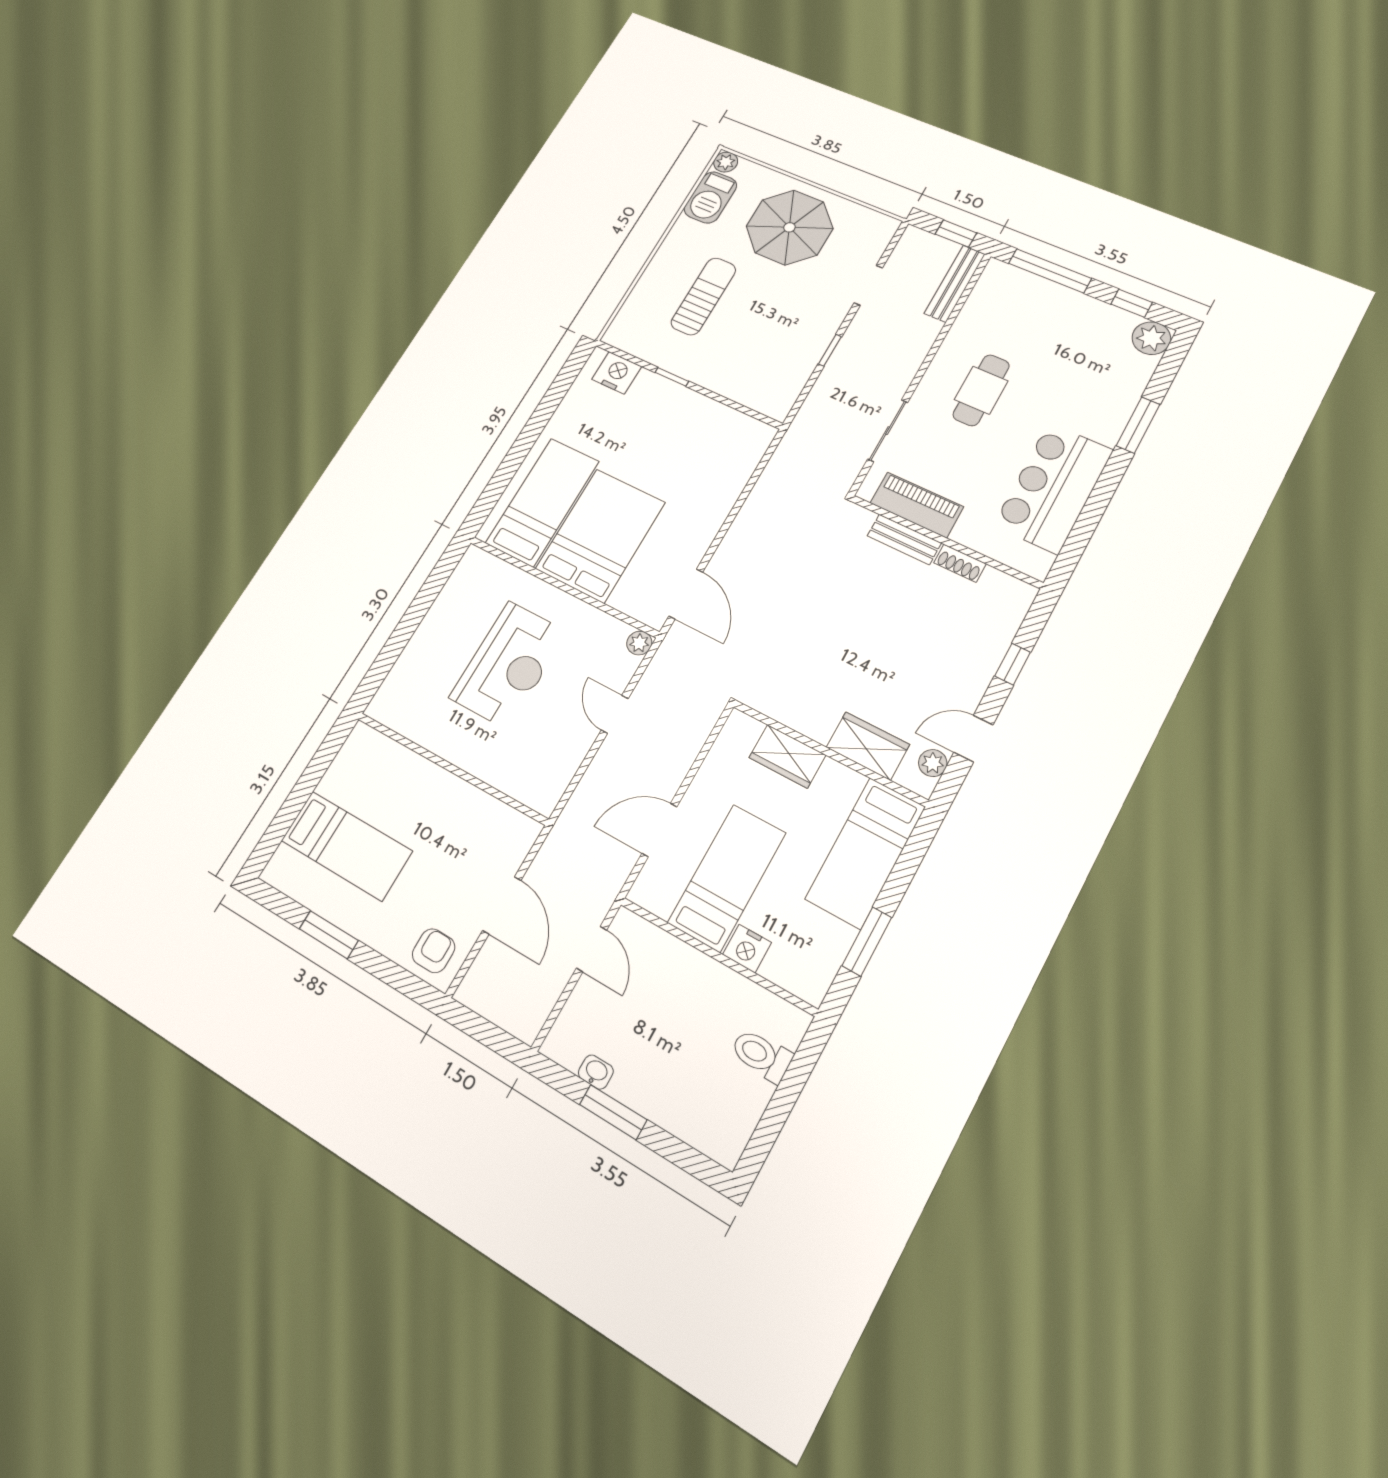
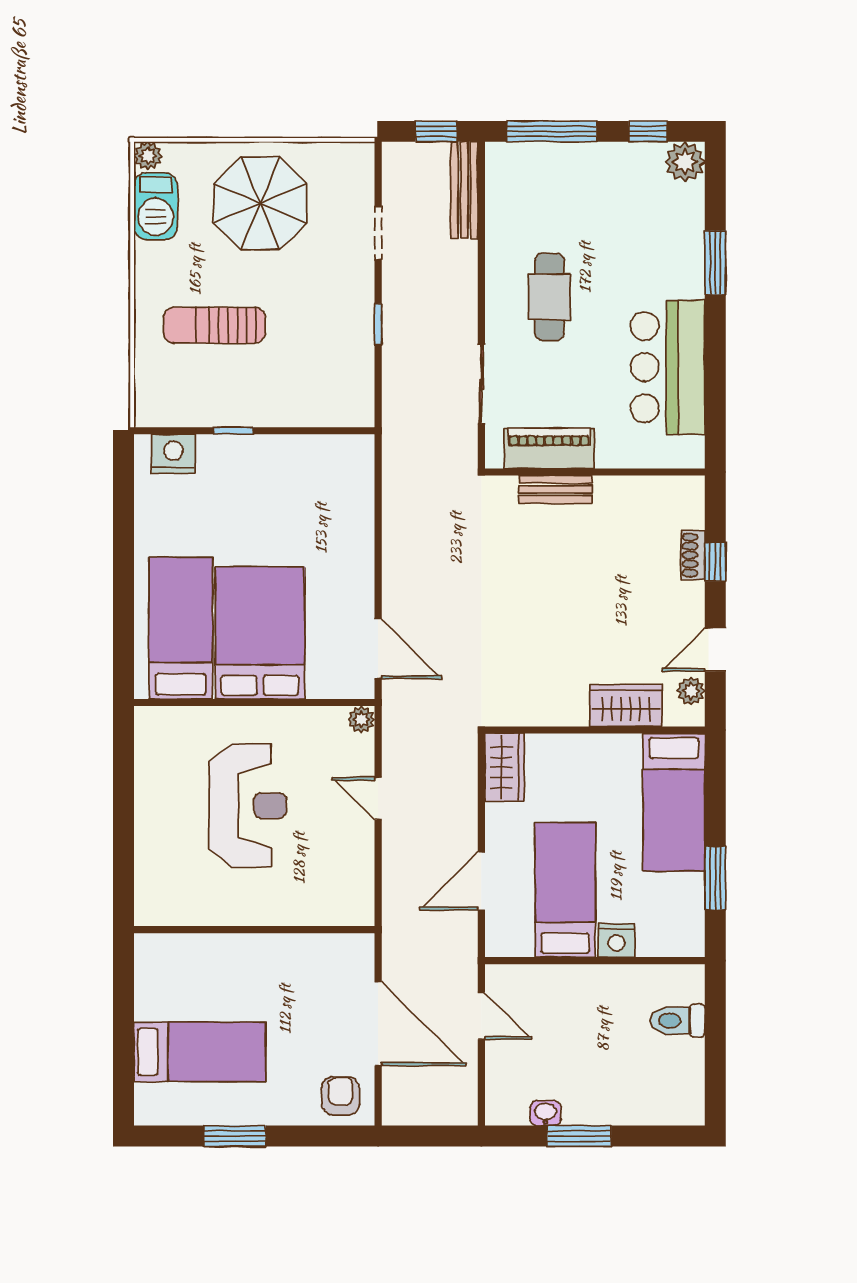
sun lounger: (703, 296) -> (214, 325), turned -90
shoe rack: (960, 563) -> (693, 555), moved, turned 90
wardrobe: (787, 756) -> (504, 767), moved, turned -90
door: (502, 905) -> (378, 1024), width x1.36

